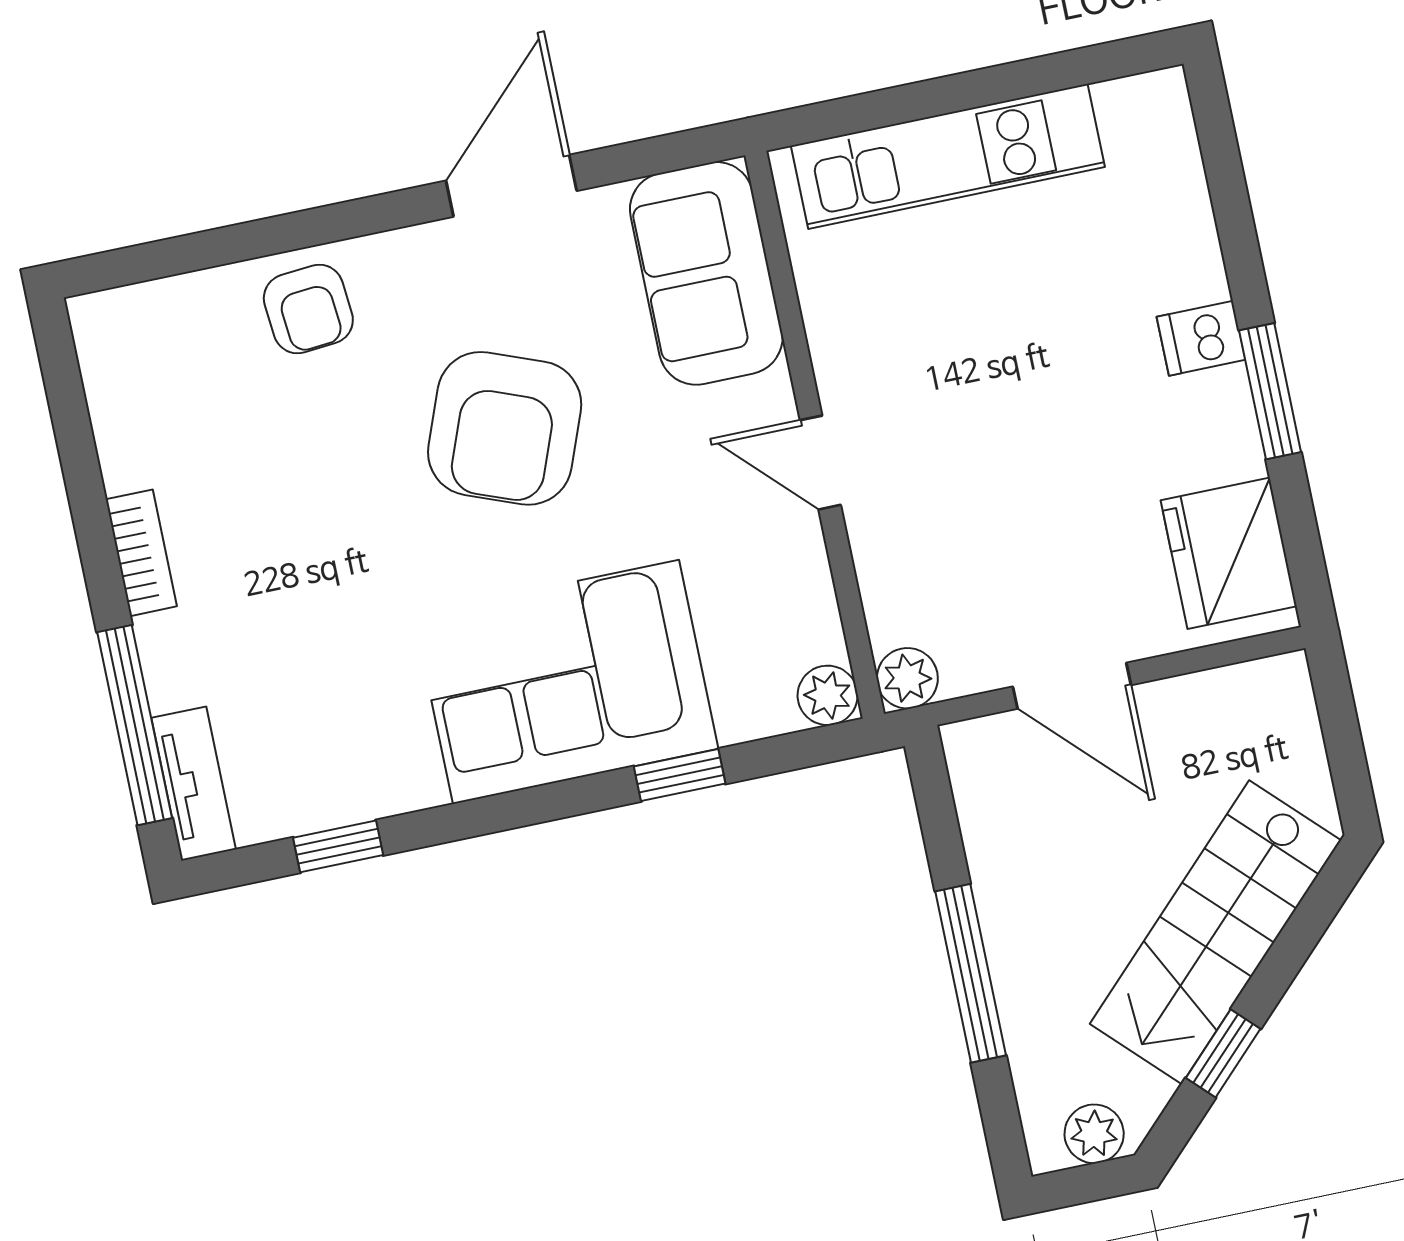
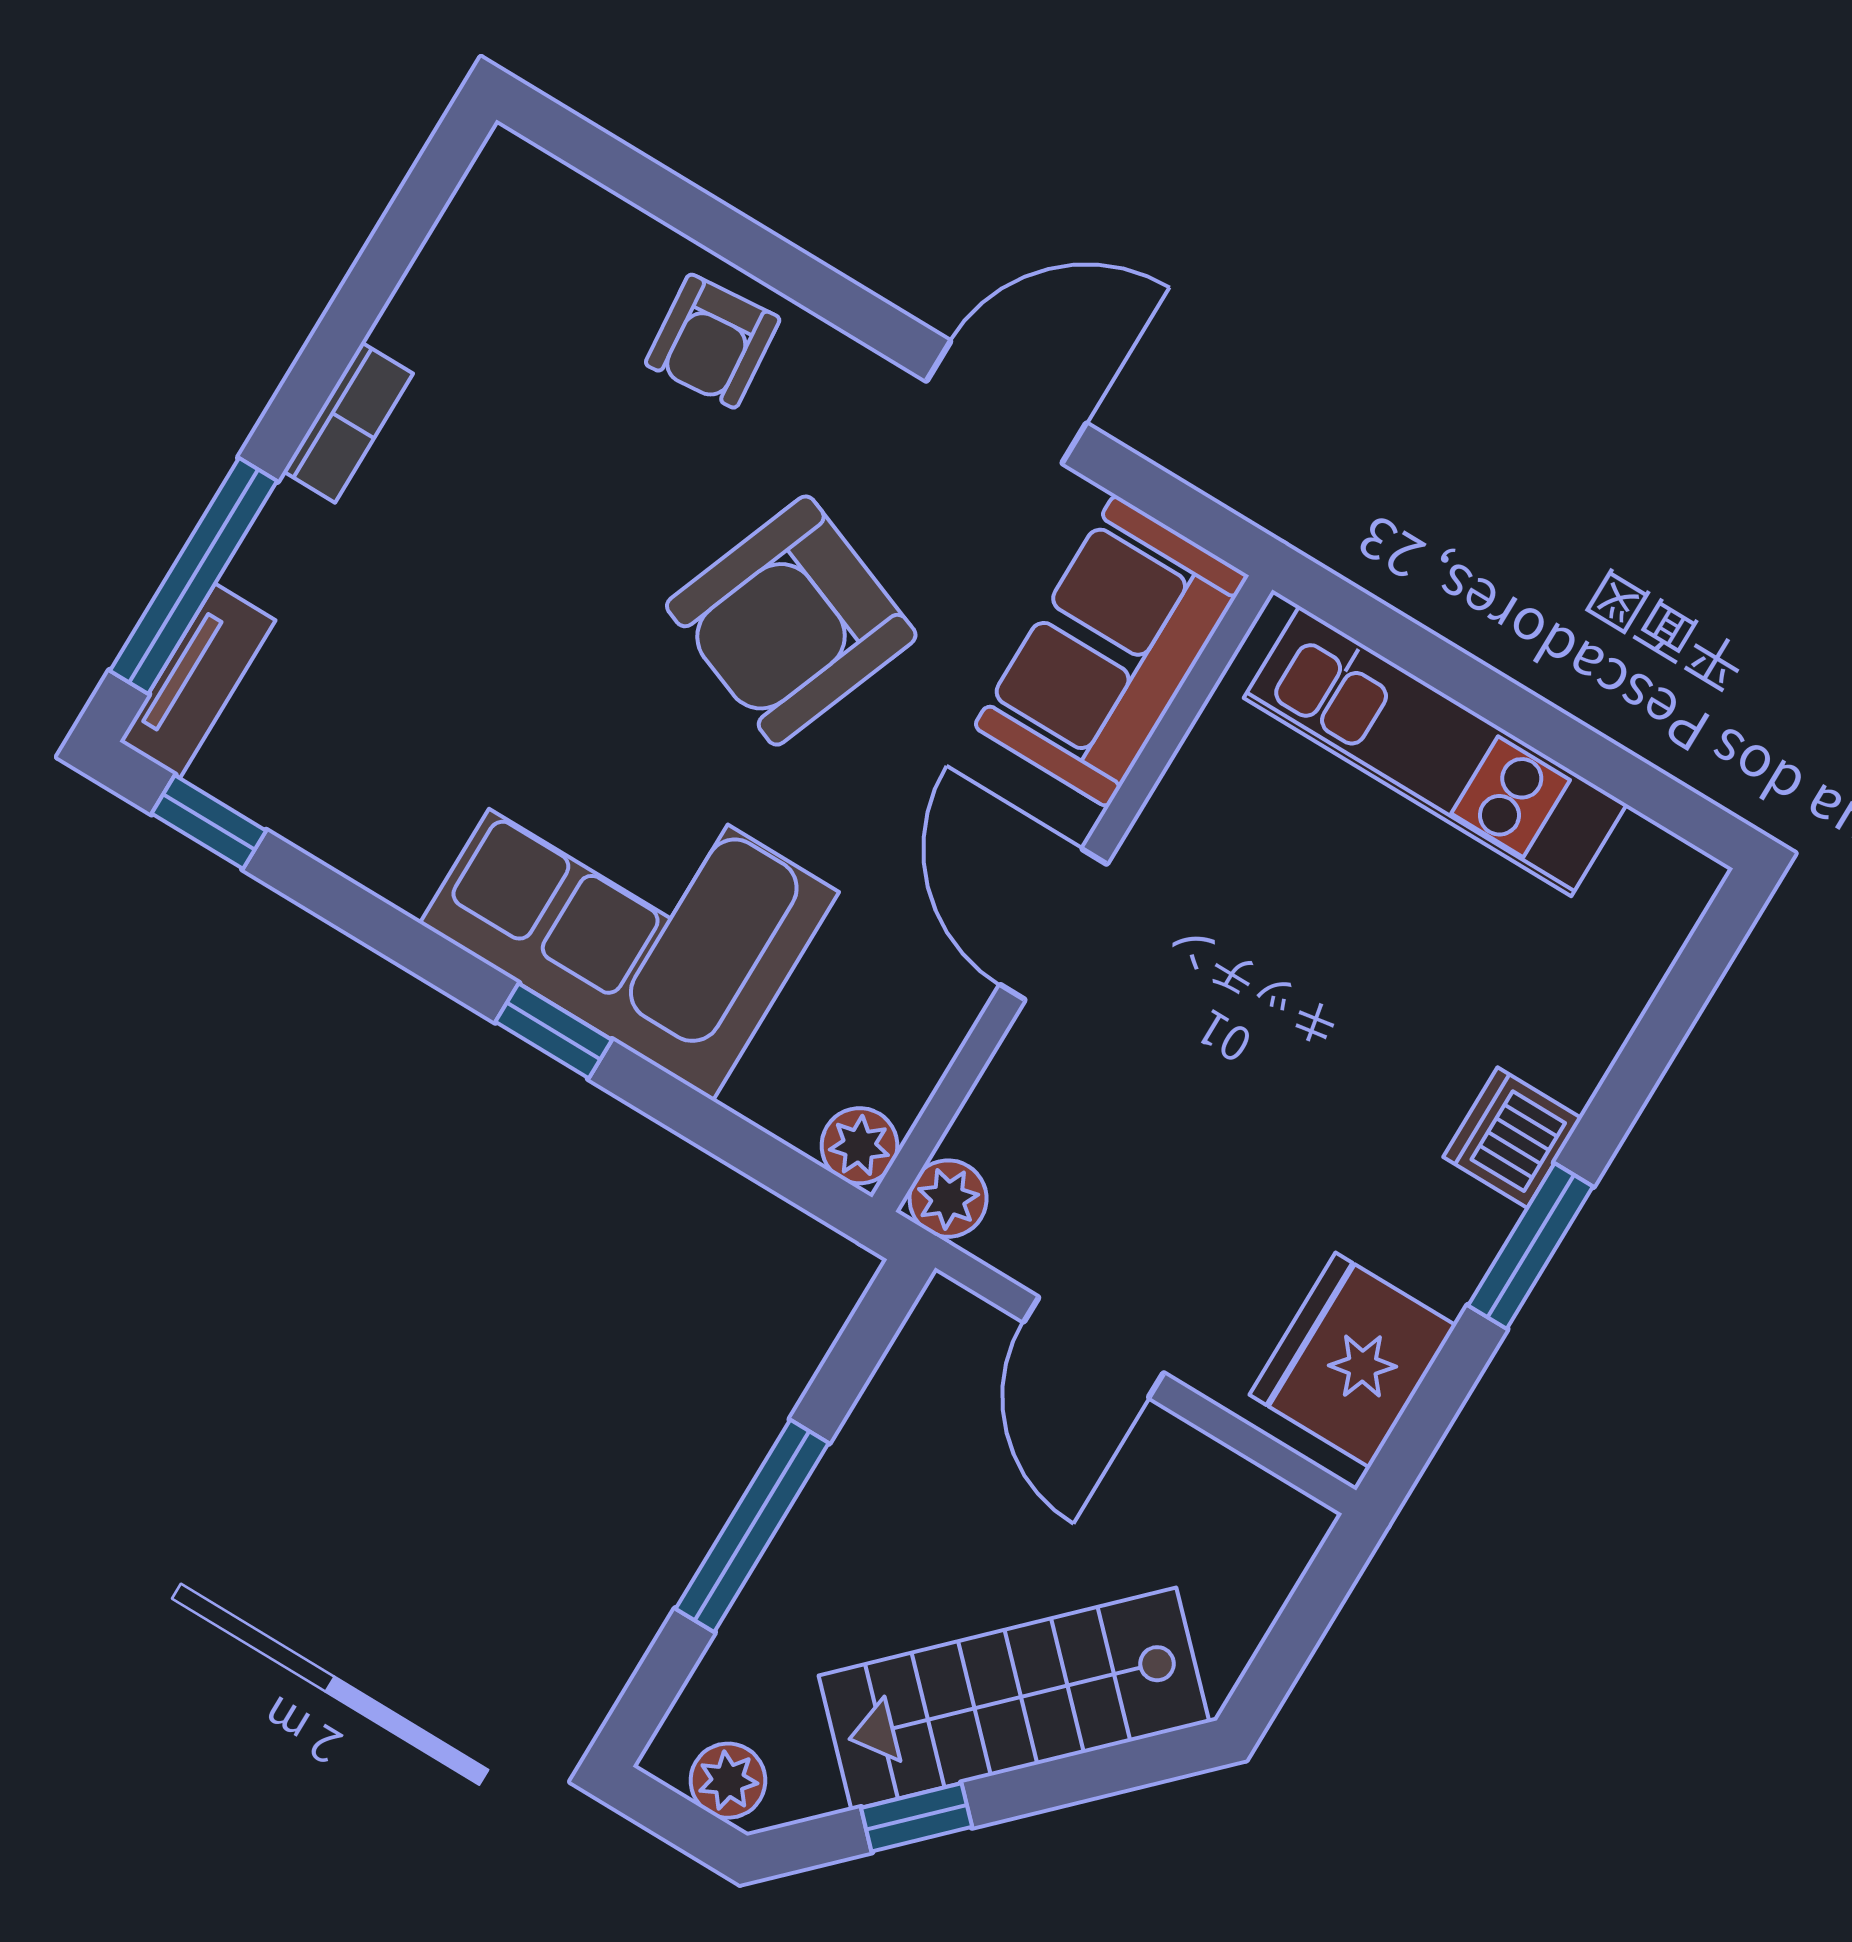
dishwasher: (1201, 338) -> (1512, 1138), width x1.38
door: (820, 463) -> (1054, 924), width x1.38
window: (680, 775) -> (554, 1031), moved
window: (338, 846) -> (209, 822), moved

